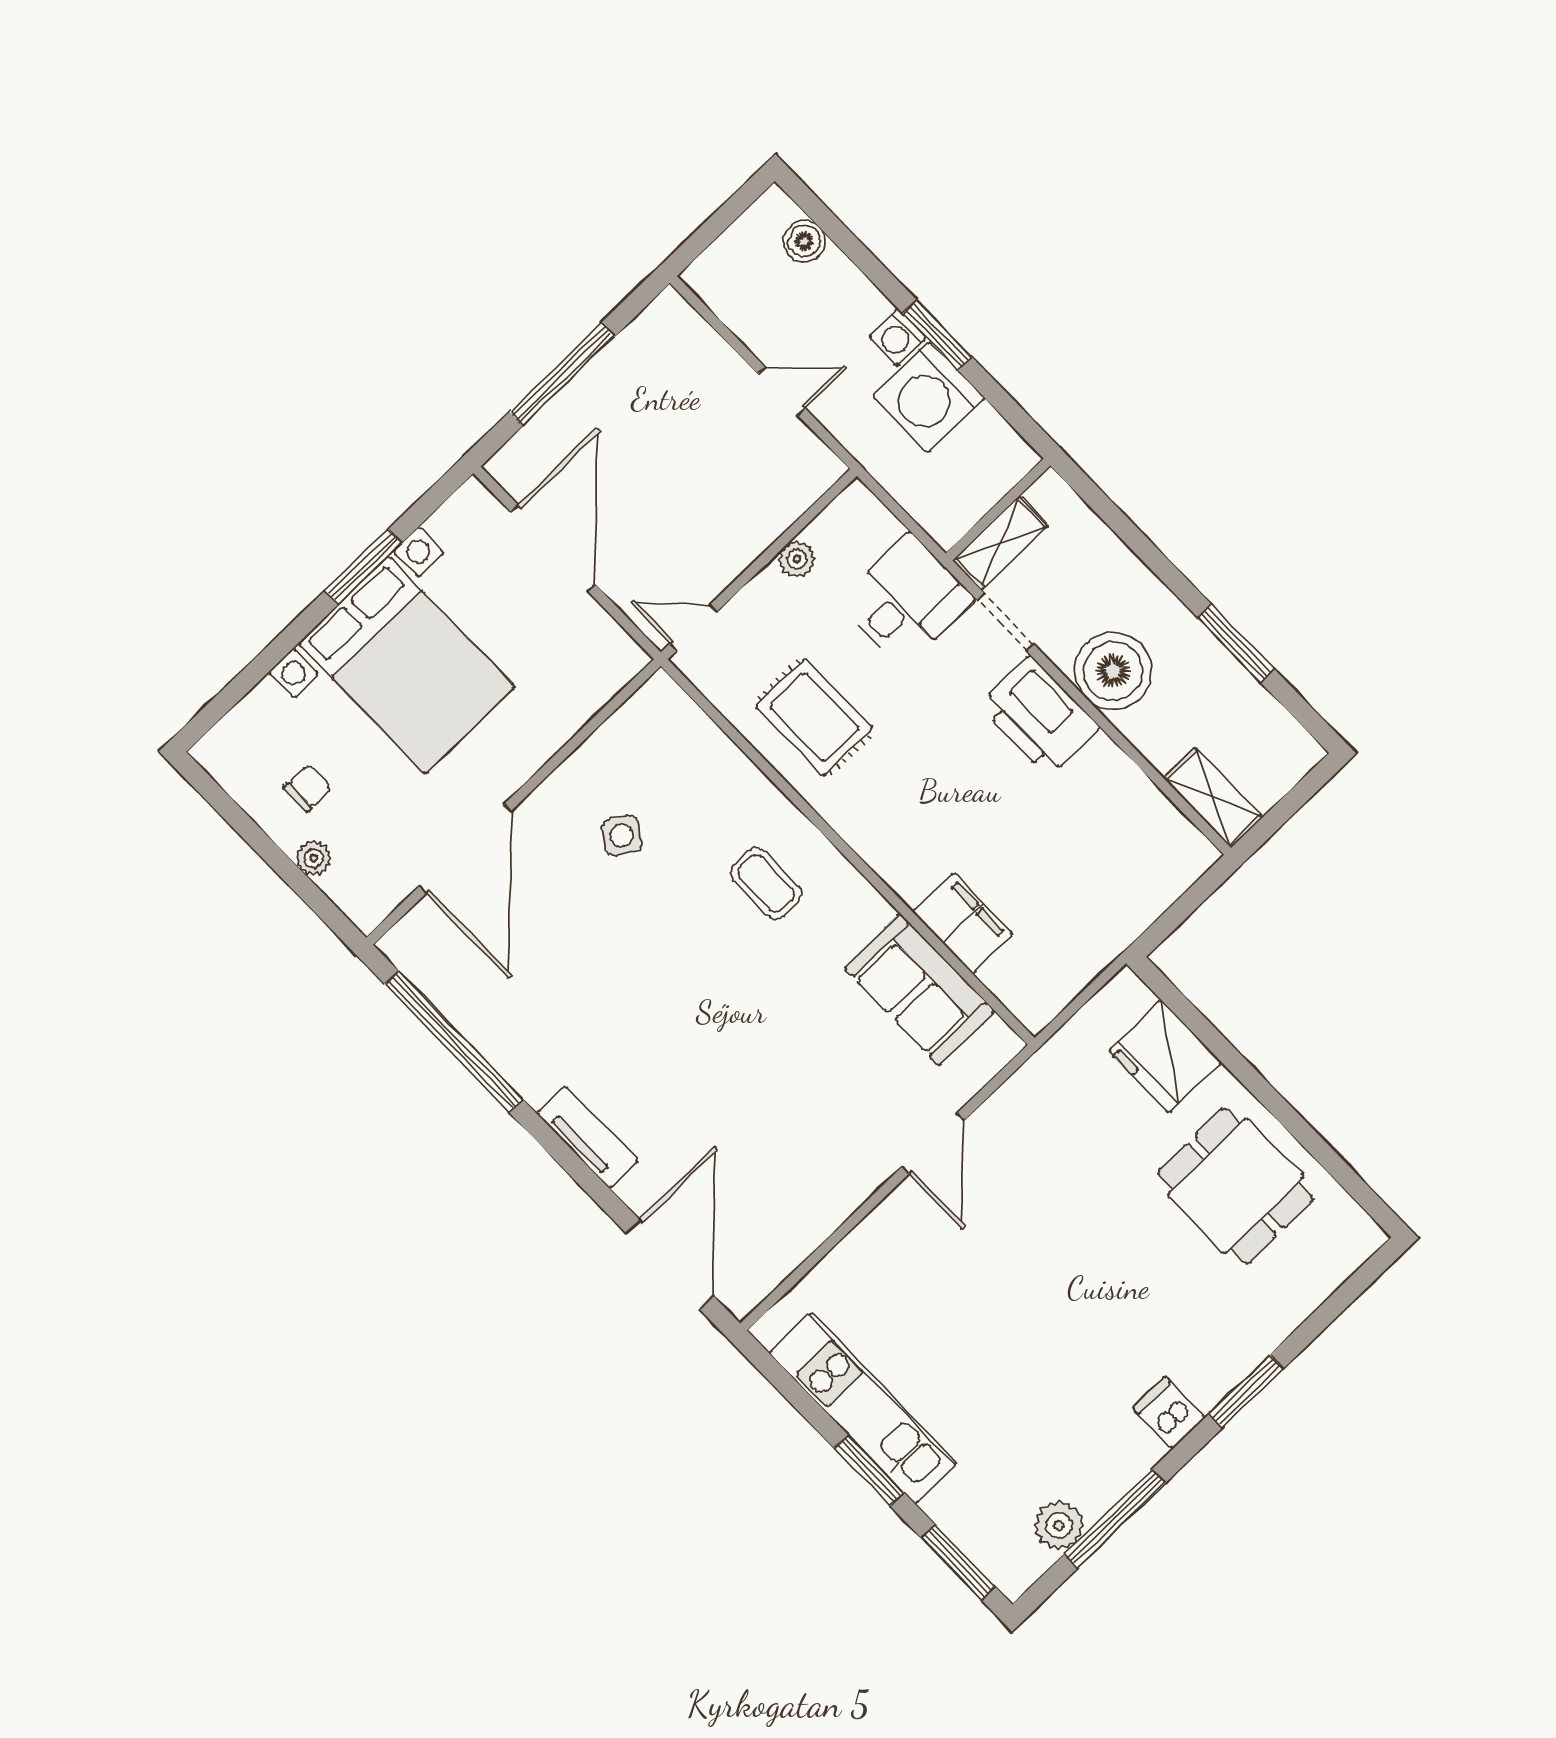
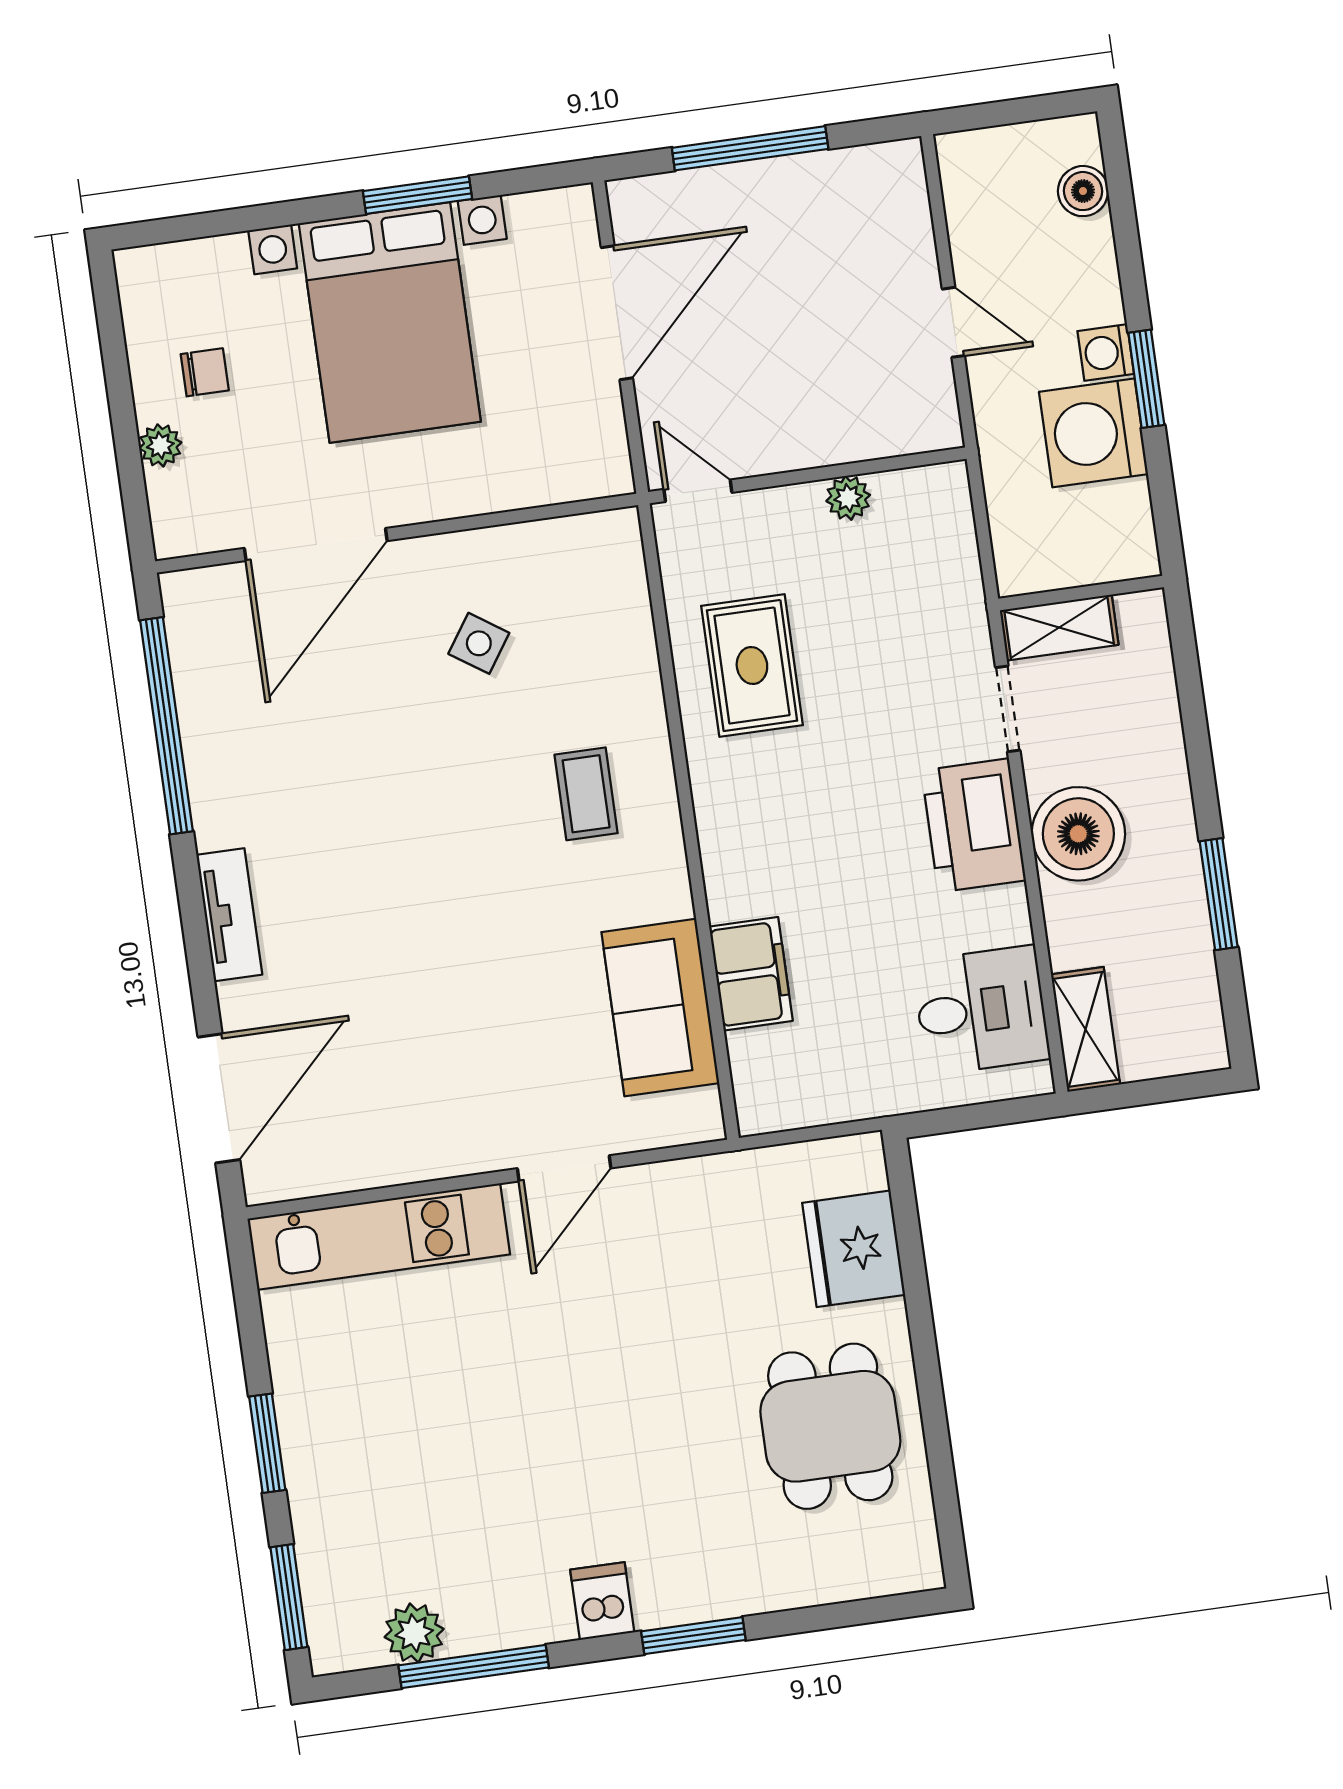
desk: (906, 600) -> (981, 1010), moved
kitchen unit: (863, 1408) -> (379, 1237), moved, turned 90

